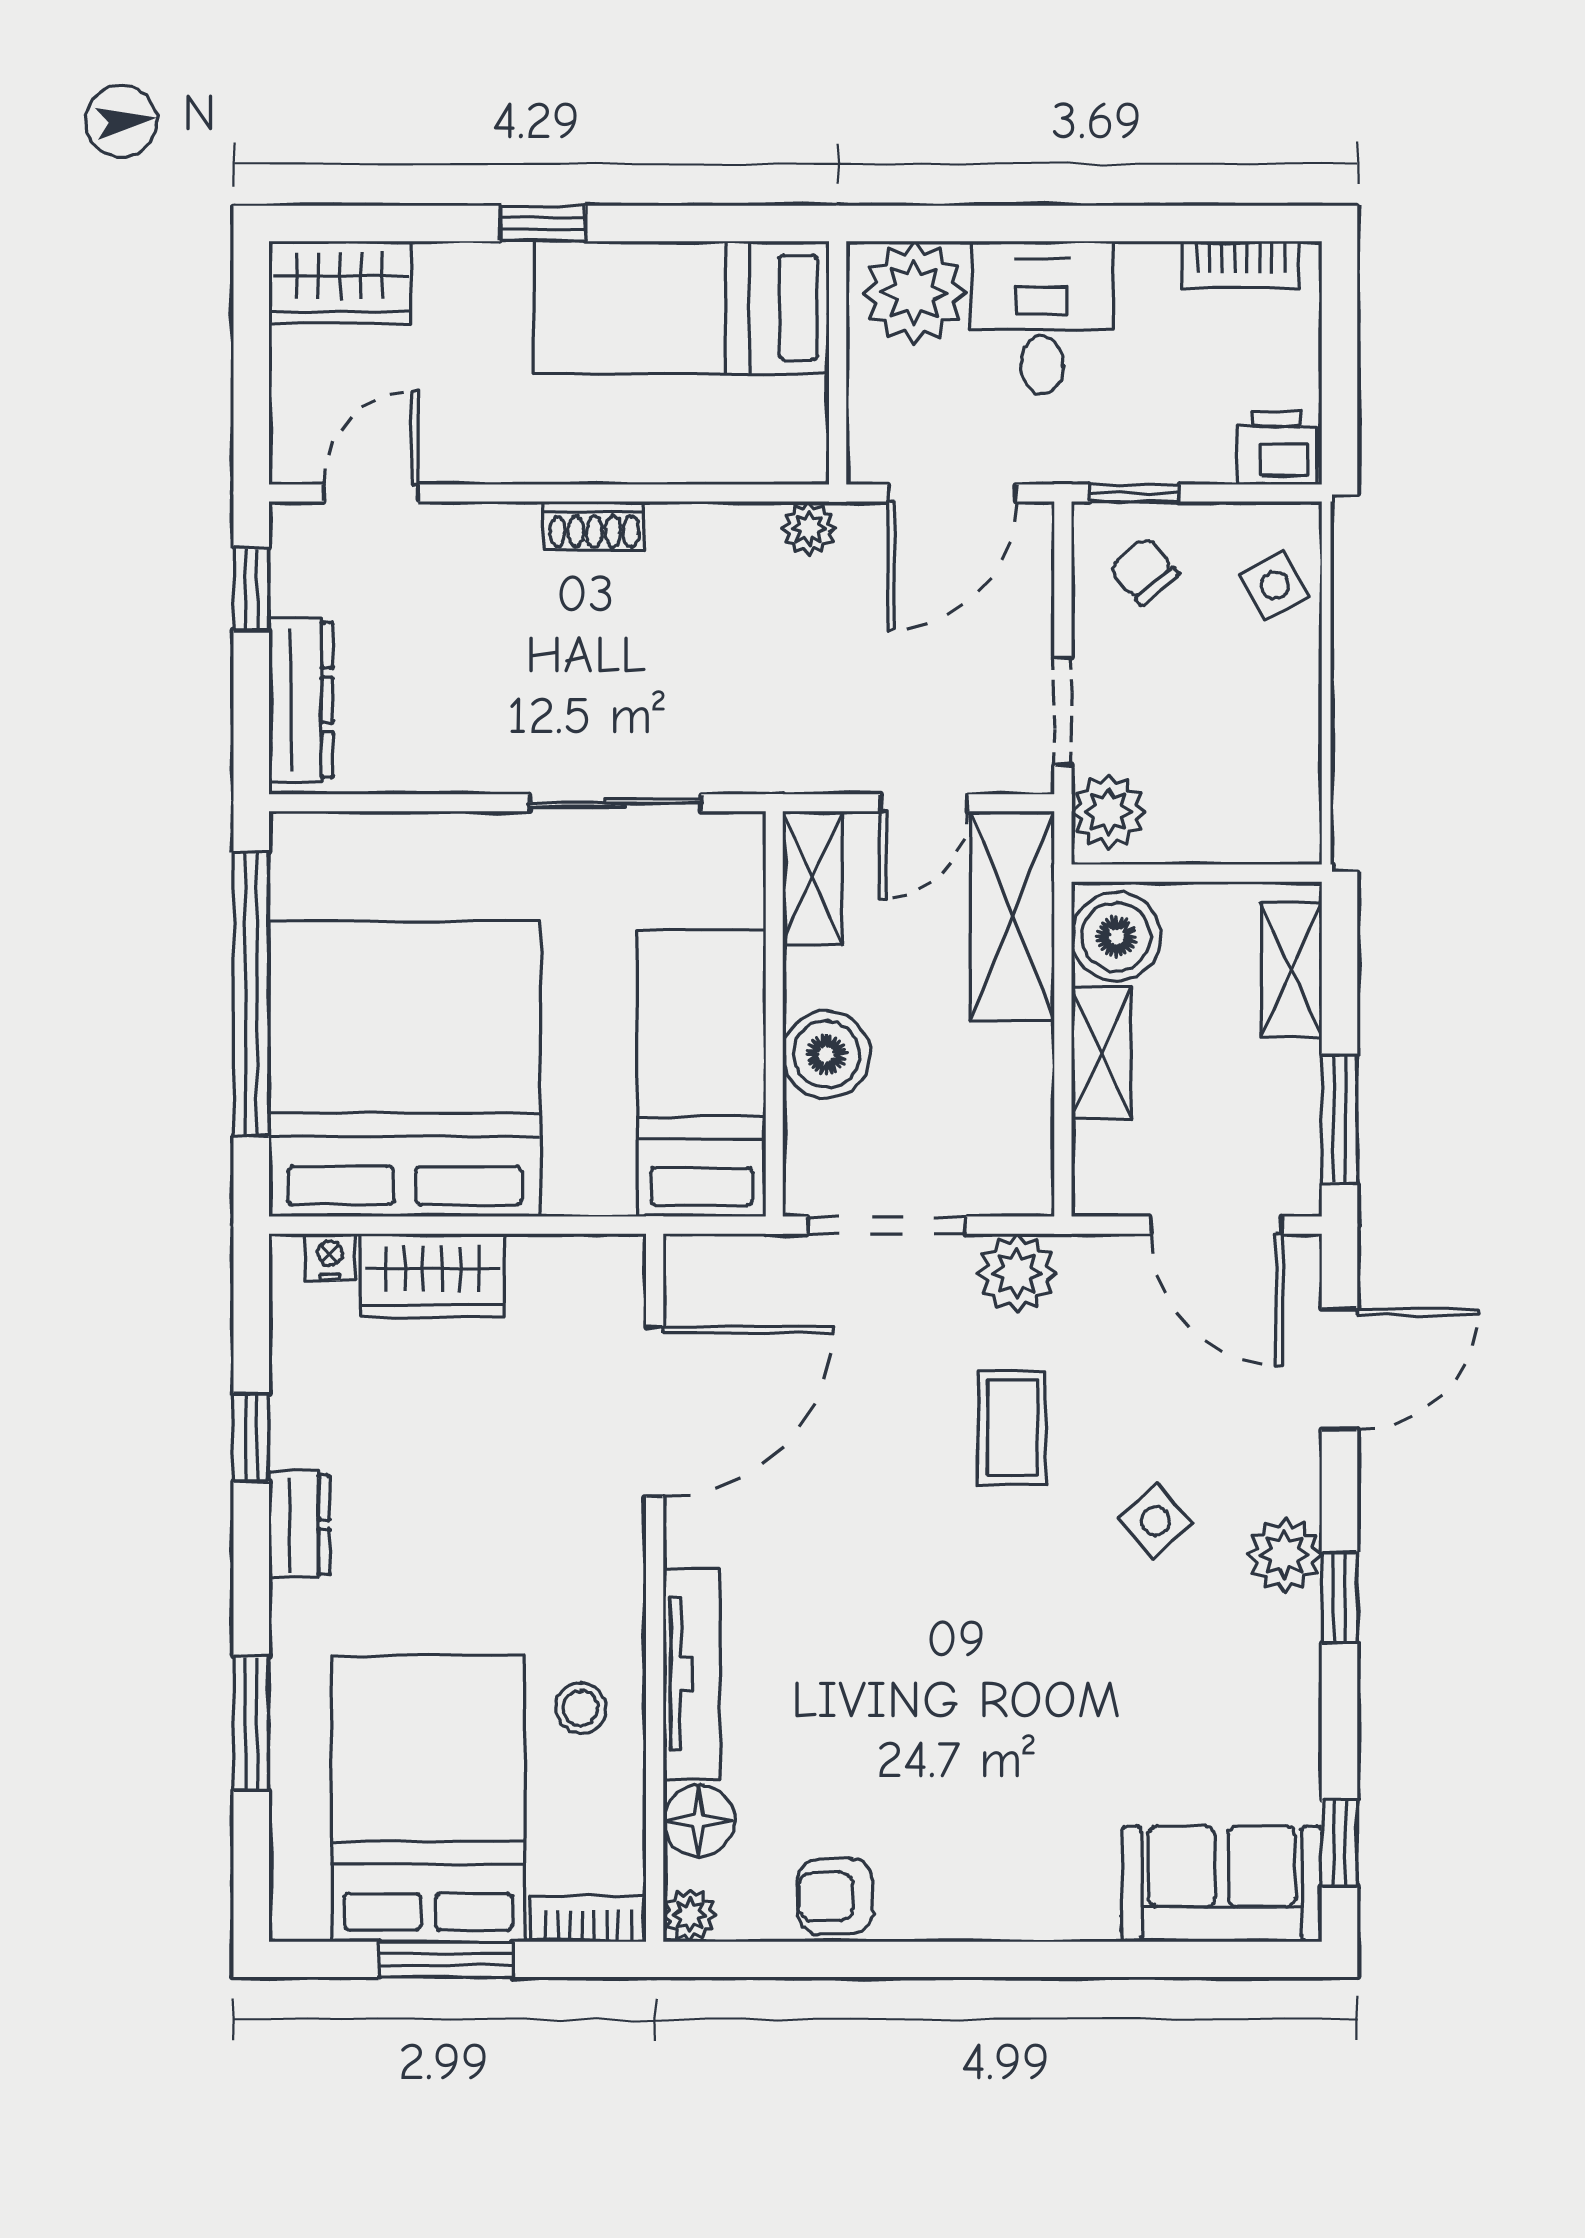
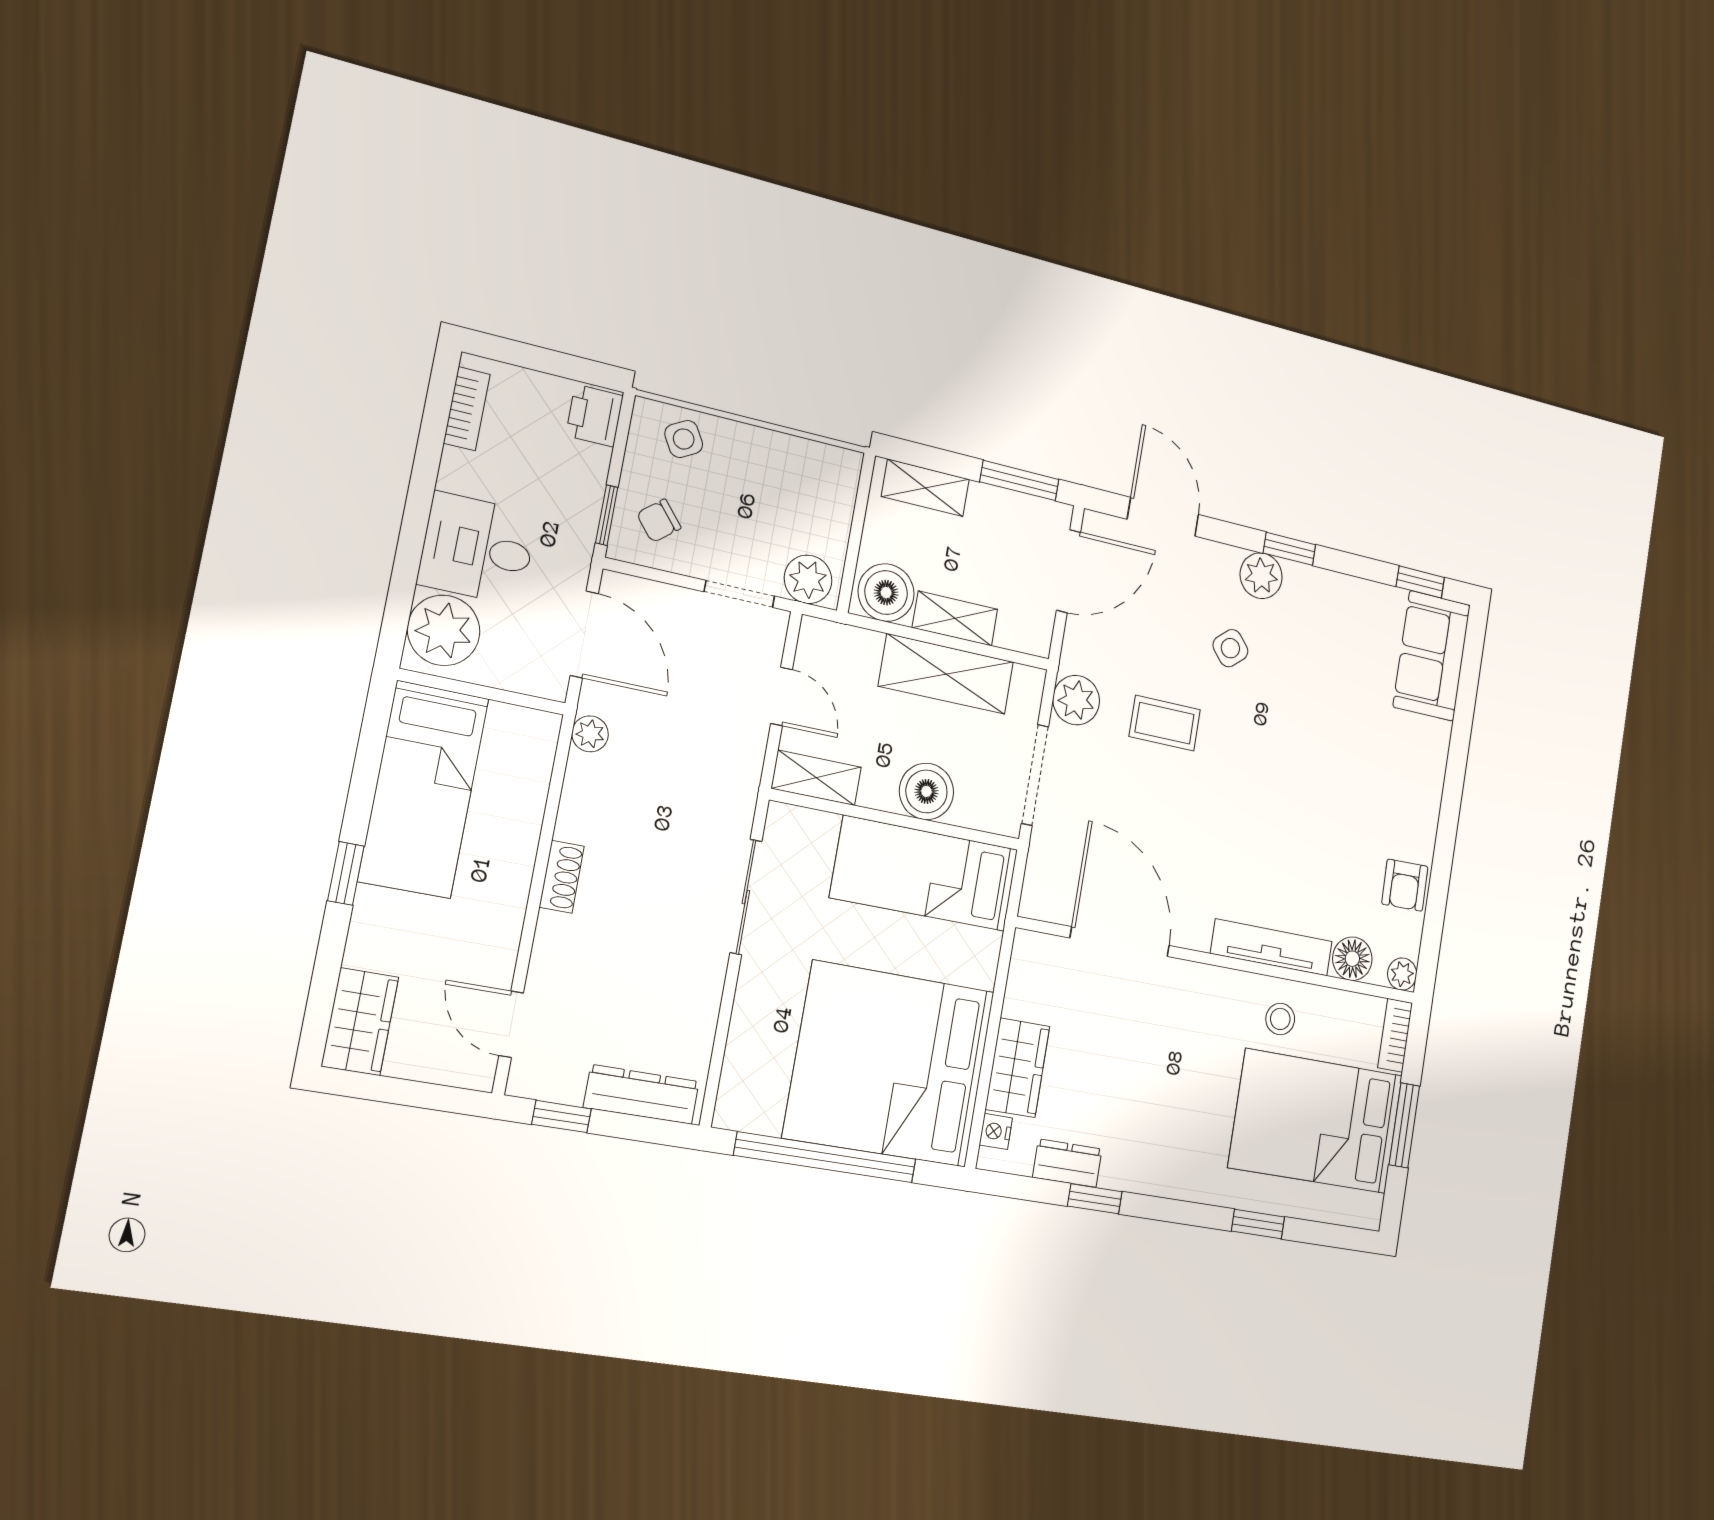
shelving: (1013, 916) -> (946, 674), moved
dresser: (299, 1525) -> (1067, 1163), moved
window: (251, 1723) -> (1258, 1224), width x0.67

